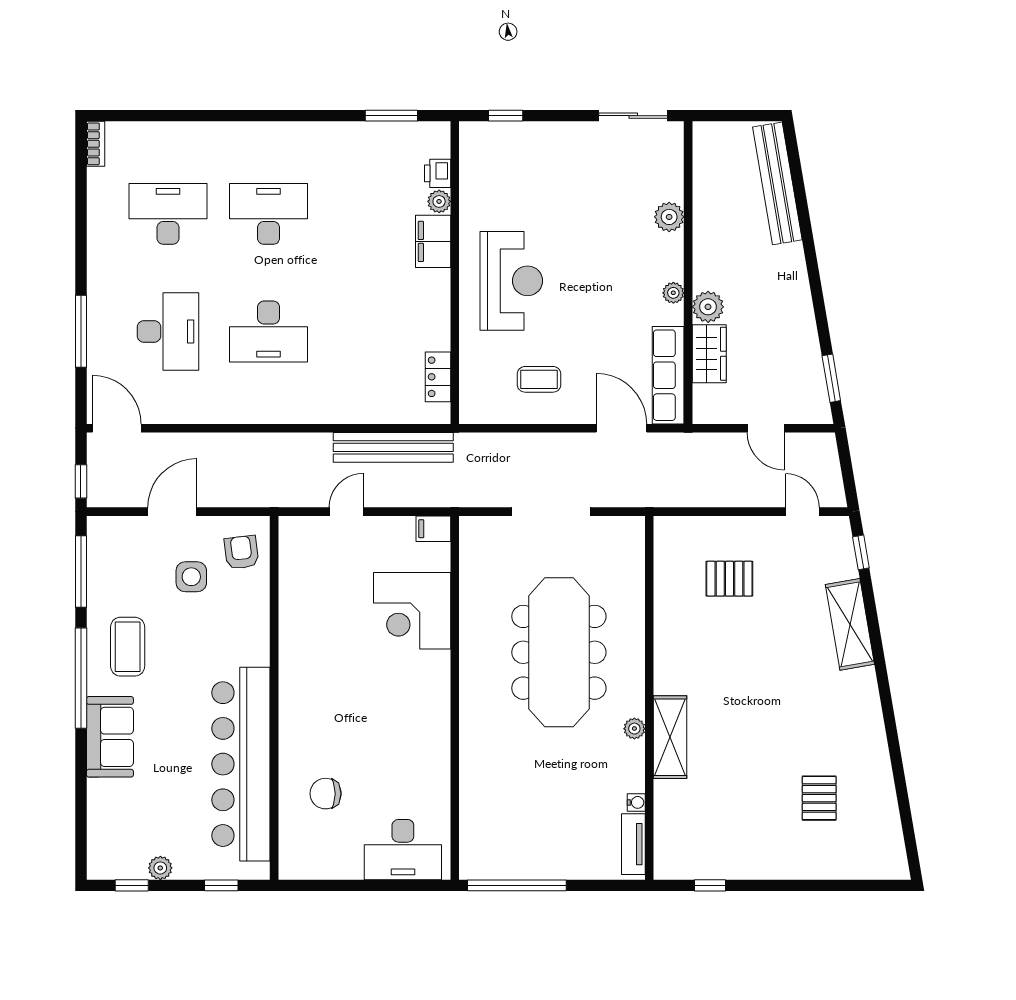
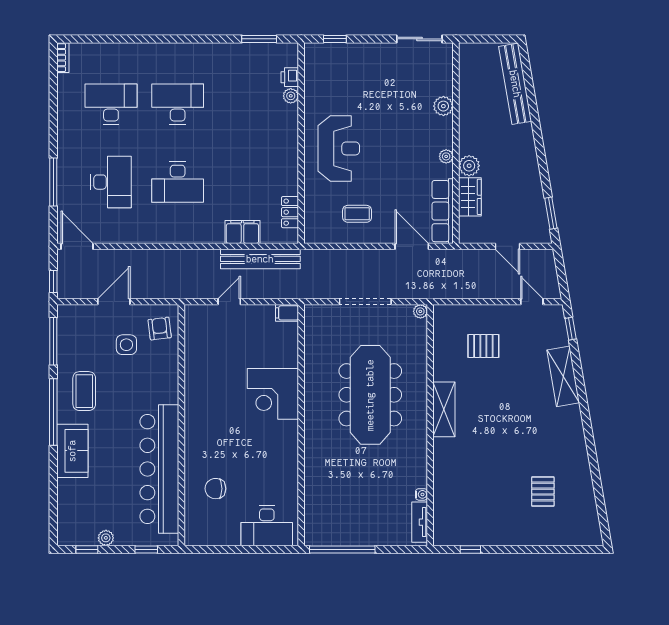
filing cabinet: (433, 241) -> (242, 232), moved, turned 90
corner desk: (412, 611) -> (273, 394), moved
plant: (634, 729) -> (420, 311), moved
shelving: (670, 737) -> (444, 409), moved

